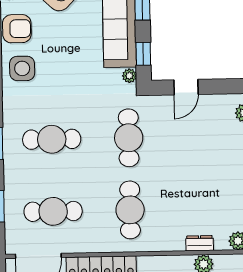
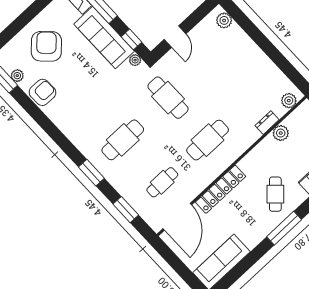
side table: (22, 68) -> (67, 113), removed
cafe table: (130, 210) -> (208, 140), turned 90
cafe table: (53, 211) -> (162, 182), width x0.73, depth x0.74

